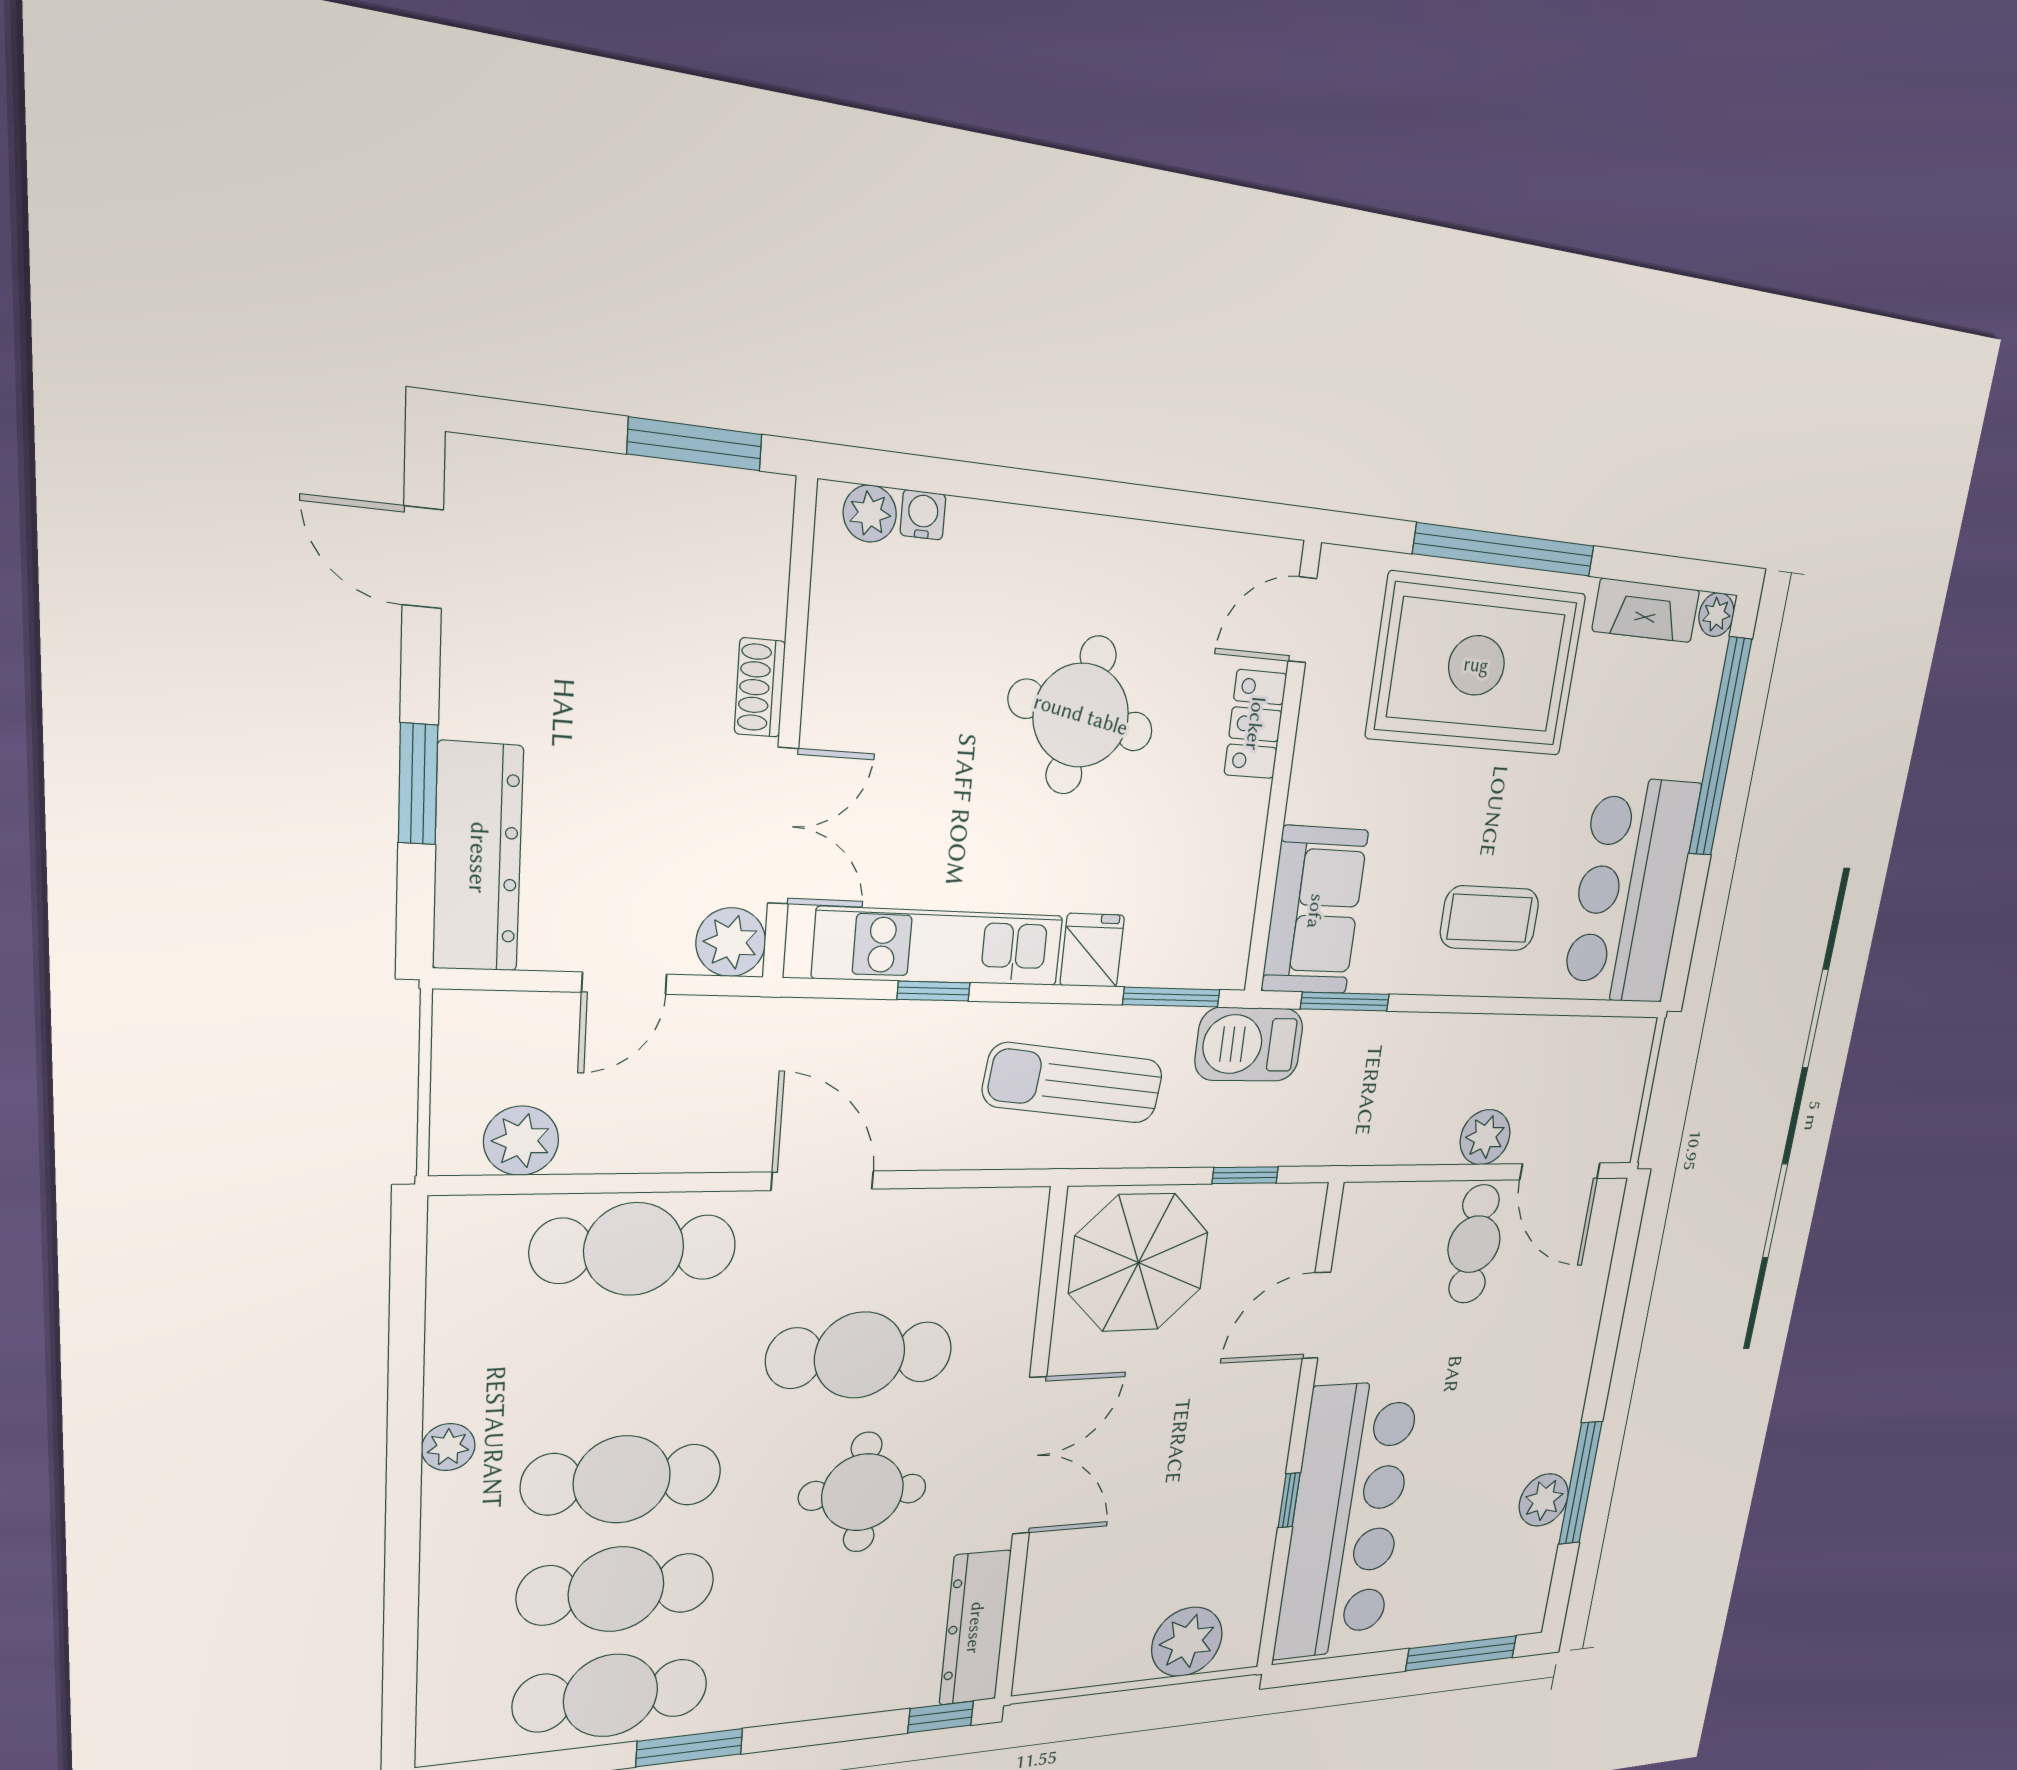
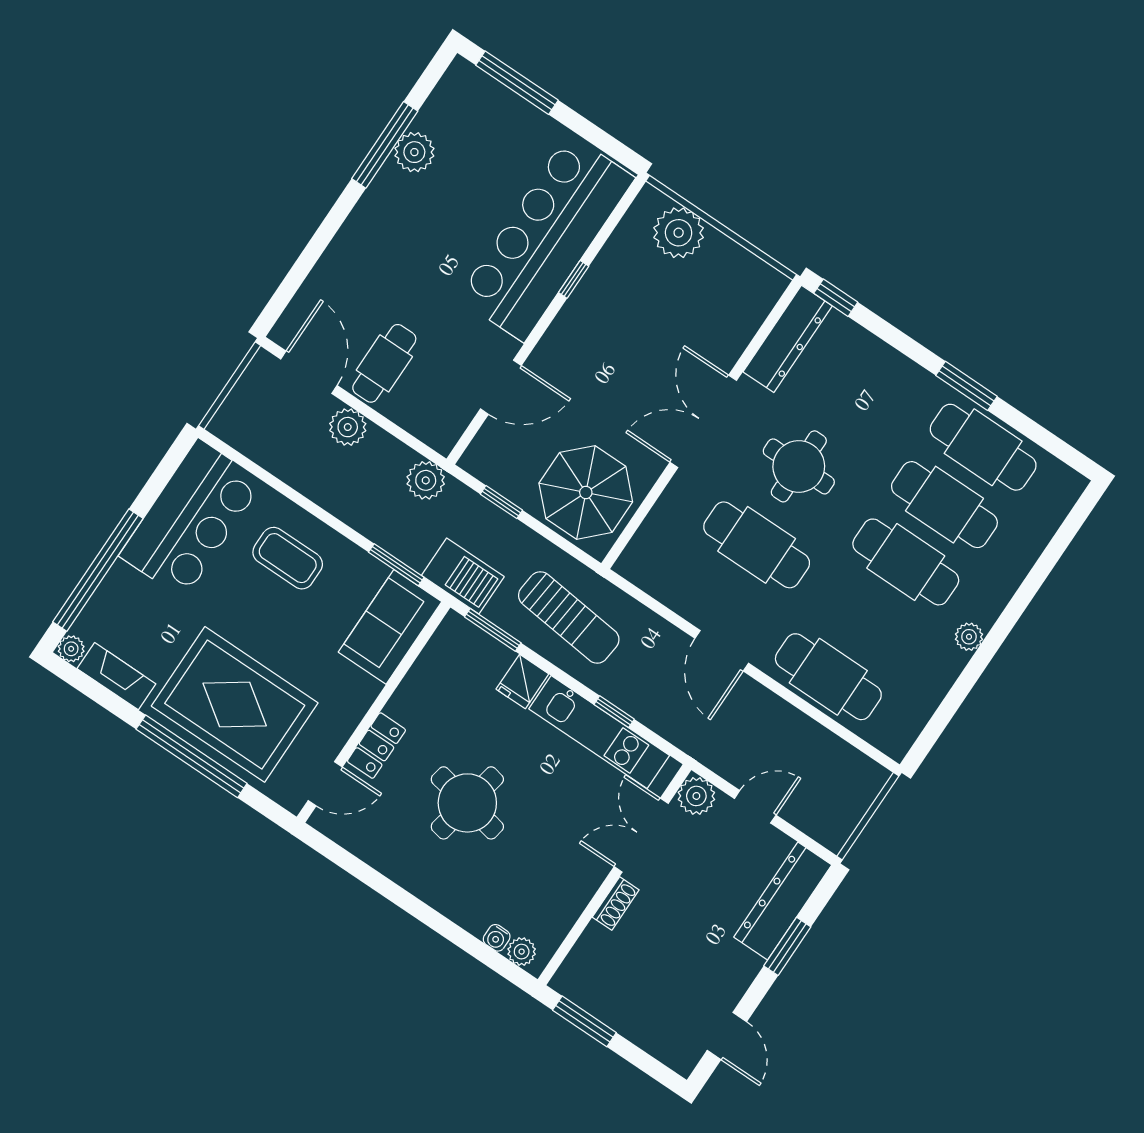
plant: (521, 1141) -> (426, 480), moved

